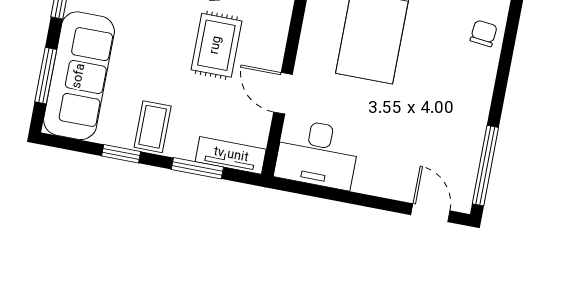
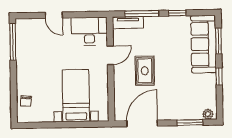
door: (283, 93) -> (110, 55), hinge flipped
coffee table: (153, 127) -> (166, 28), removed
window: (197, 168) -> (142, 14), width x1.44
door: (430, 213) -> (54, 15), moved

